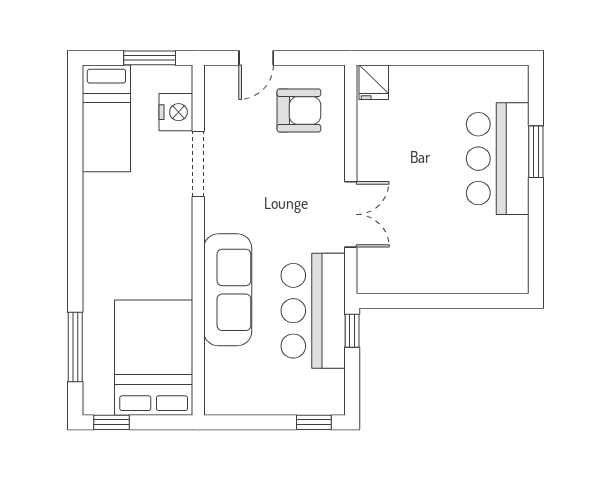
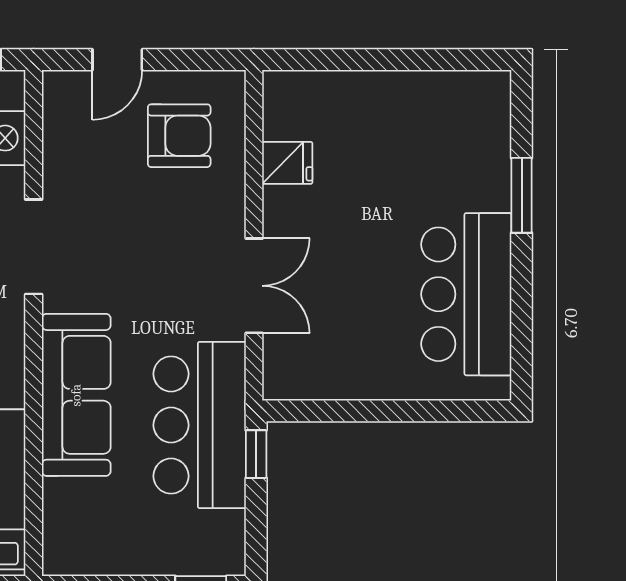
fridge: (374, 82) -> (287, 163), moved, turned -90
bar counter: (498, 159) -> (466, 294), moved
doorway: (198, 164) -> (34, 247), moved

